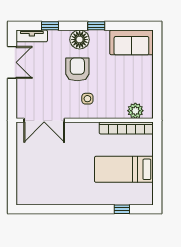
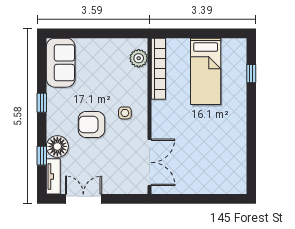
floor lamp: (80, 40) -> (57, 146), moved

